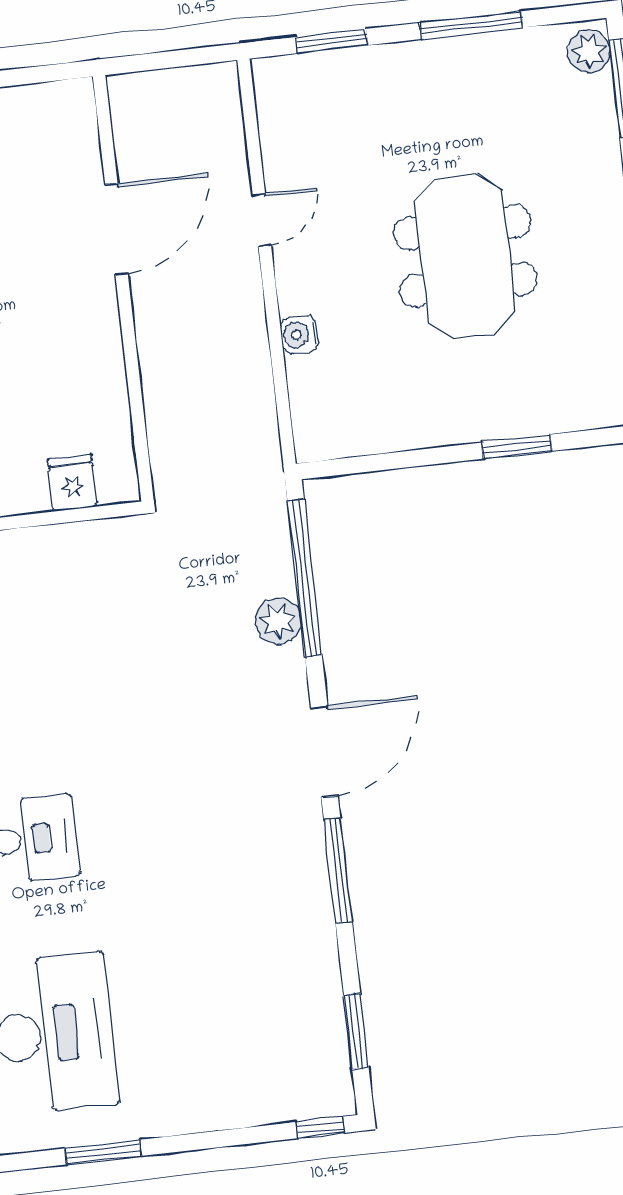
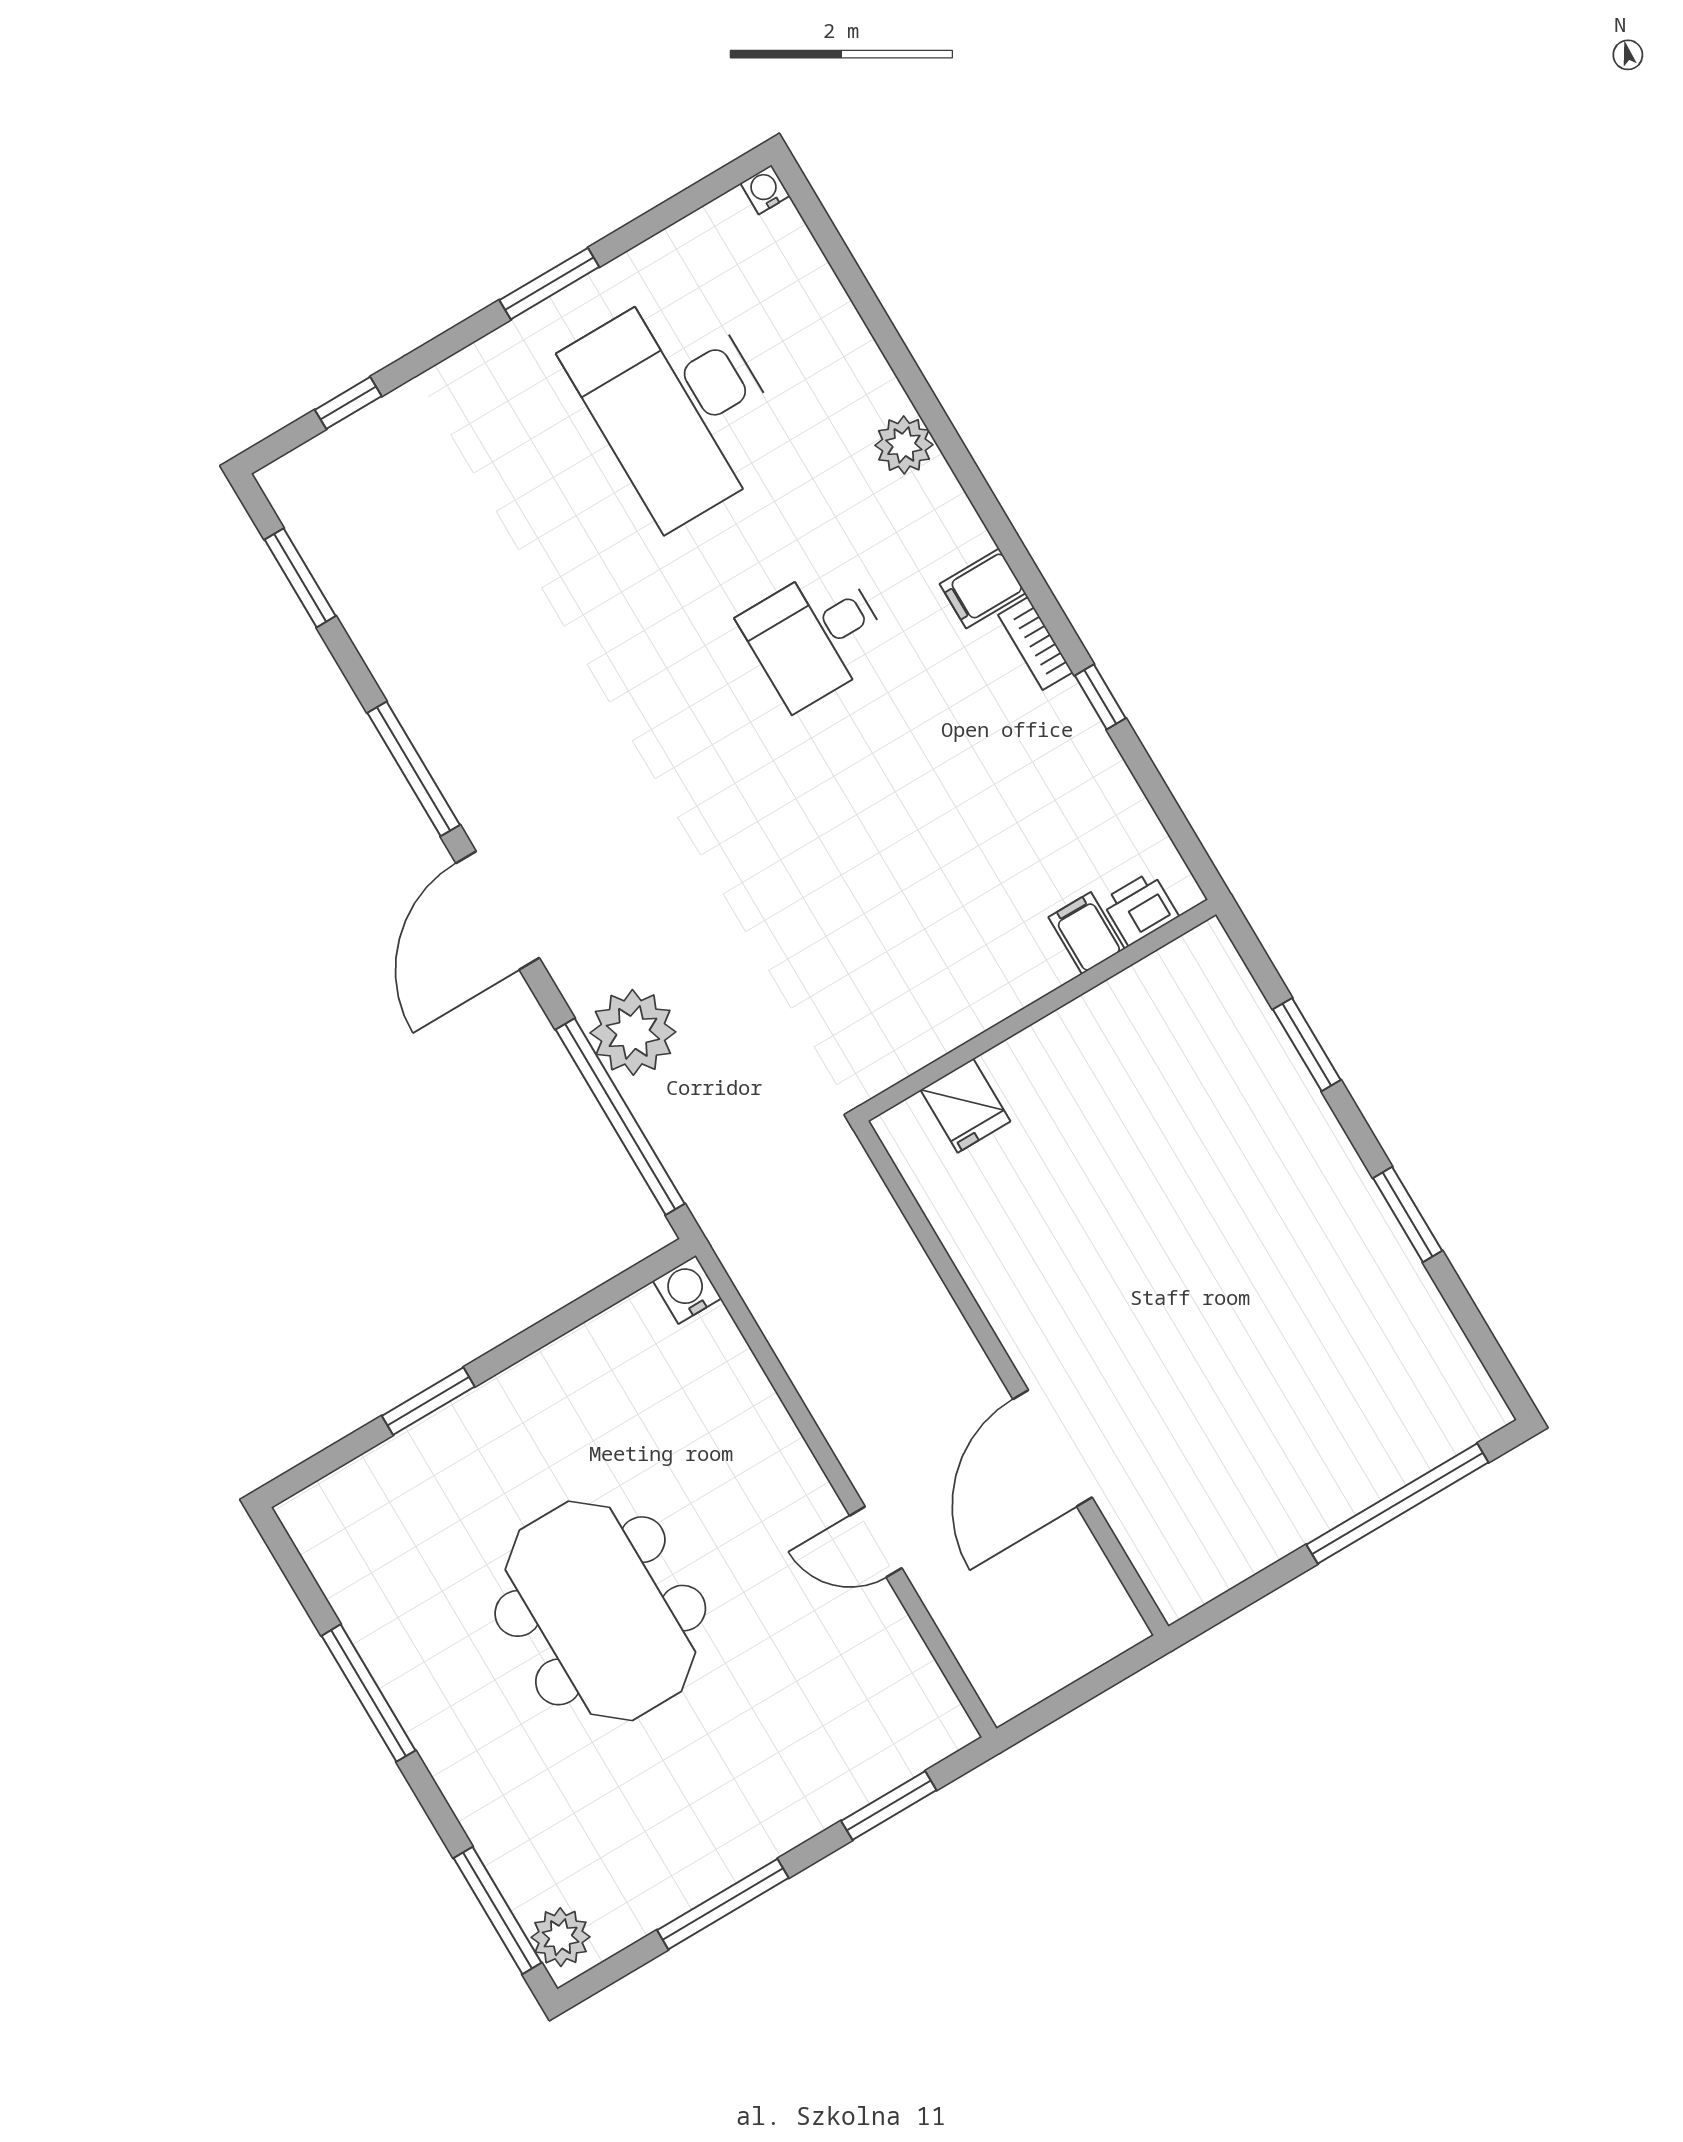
door: (262, 220) -> (876, 1542), hinge flipped
water cooler: (299, 335) -> (687, 1290), moved, turned -90
plant: (278, 621) -> (633, 1032), width x1.36, depth x1.36
window: (320, 1127) -> (348, 403), moved

